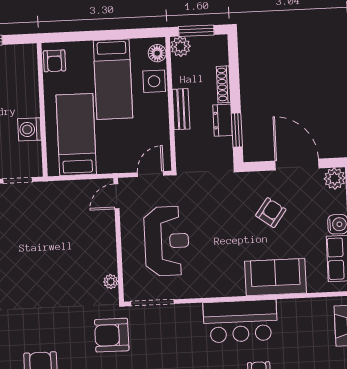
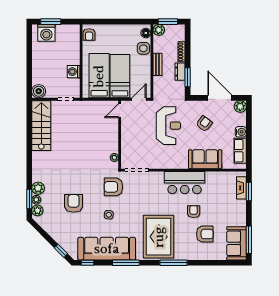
bed: (113, 79) -> (120, 76), moved, turned 180
reception desk: (167, 241) -> (168, 126), moved

